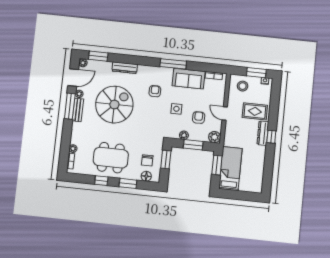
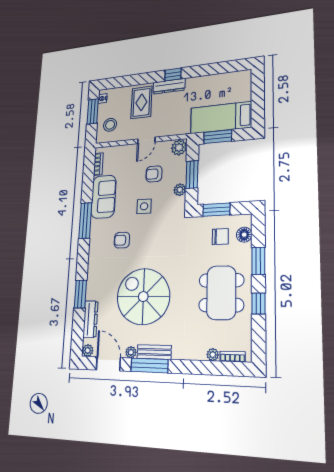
window: (98, 56) -> (80, 294), moved
dresser: (125, 68) -> (90, 319), moved

